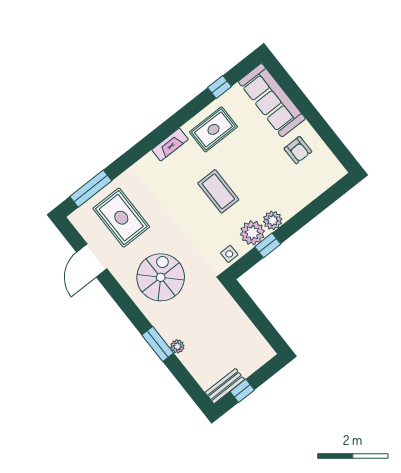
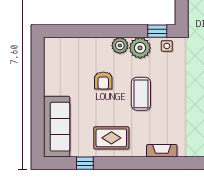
fireplace: (170, 145) -> (162, 151), moved
armchair: (298, 150) -> (103, 81), moved, turned 180
window: (268, 245) -> (157, 31), moved

